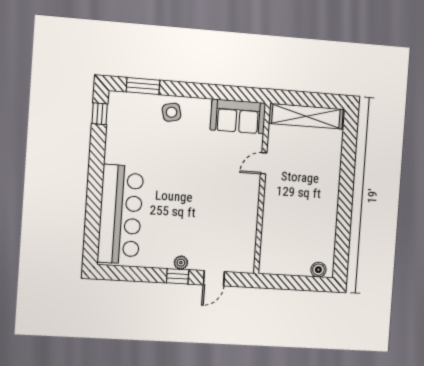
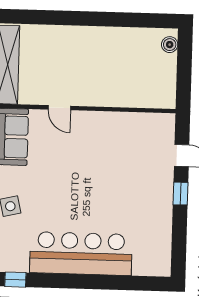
bar counter: (121, 214) -> (81, 254), moved
plant: (181, 263) -> (166, 191), removed

